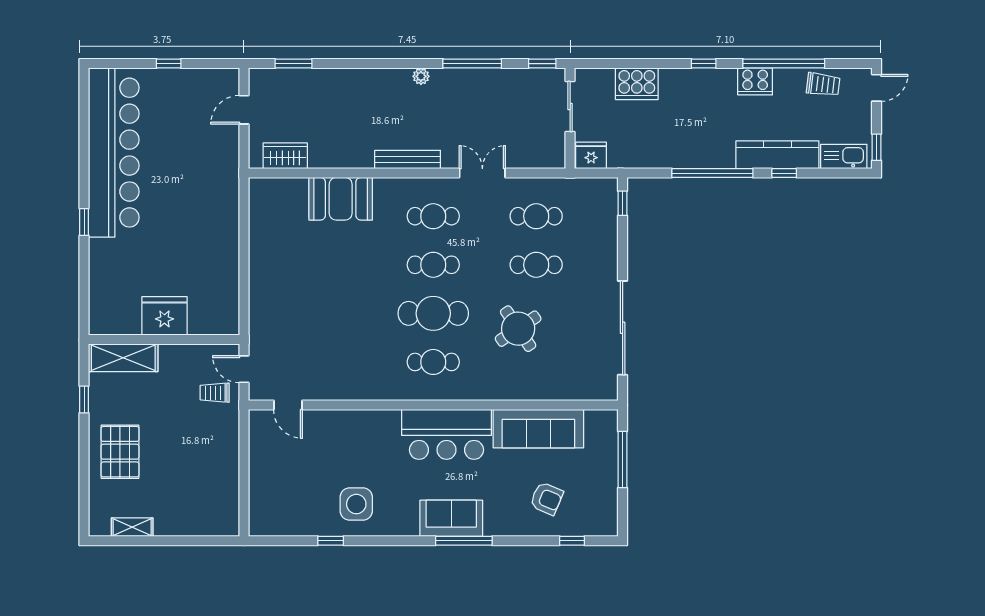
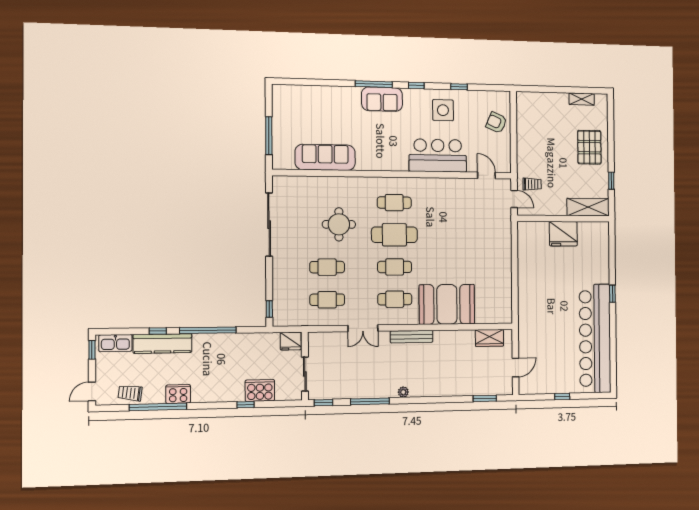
window: (704, 64) -> (246, 405), moved
booth: (341, 199) -> (447, 304), width x1.36, depth x1.42
round table: (518, 329) -> (339, 224), turned 34
bar counter: (446, 434) -> (438, 156), moved
armchair: (547, 499) -> (496, 123), moved
window: (572, 541) -> (416, 85), moved

